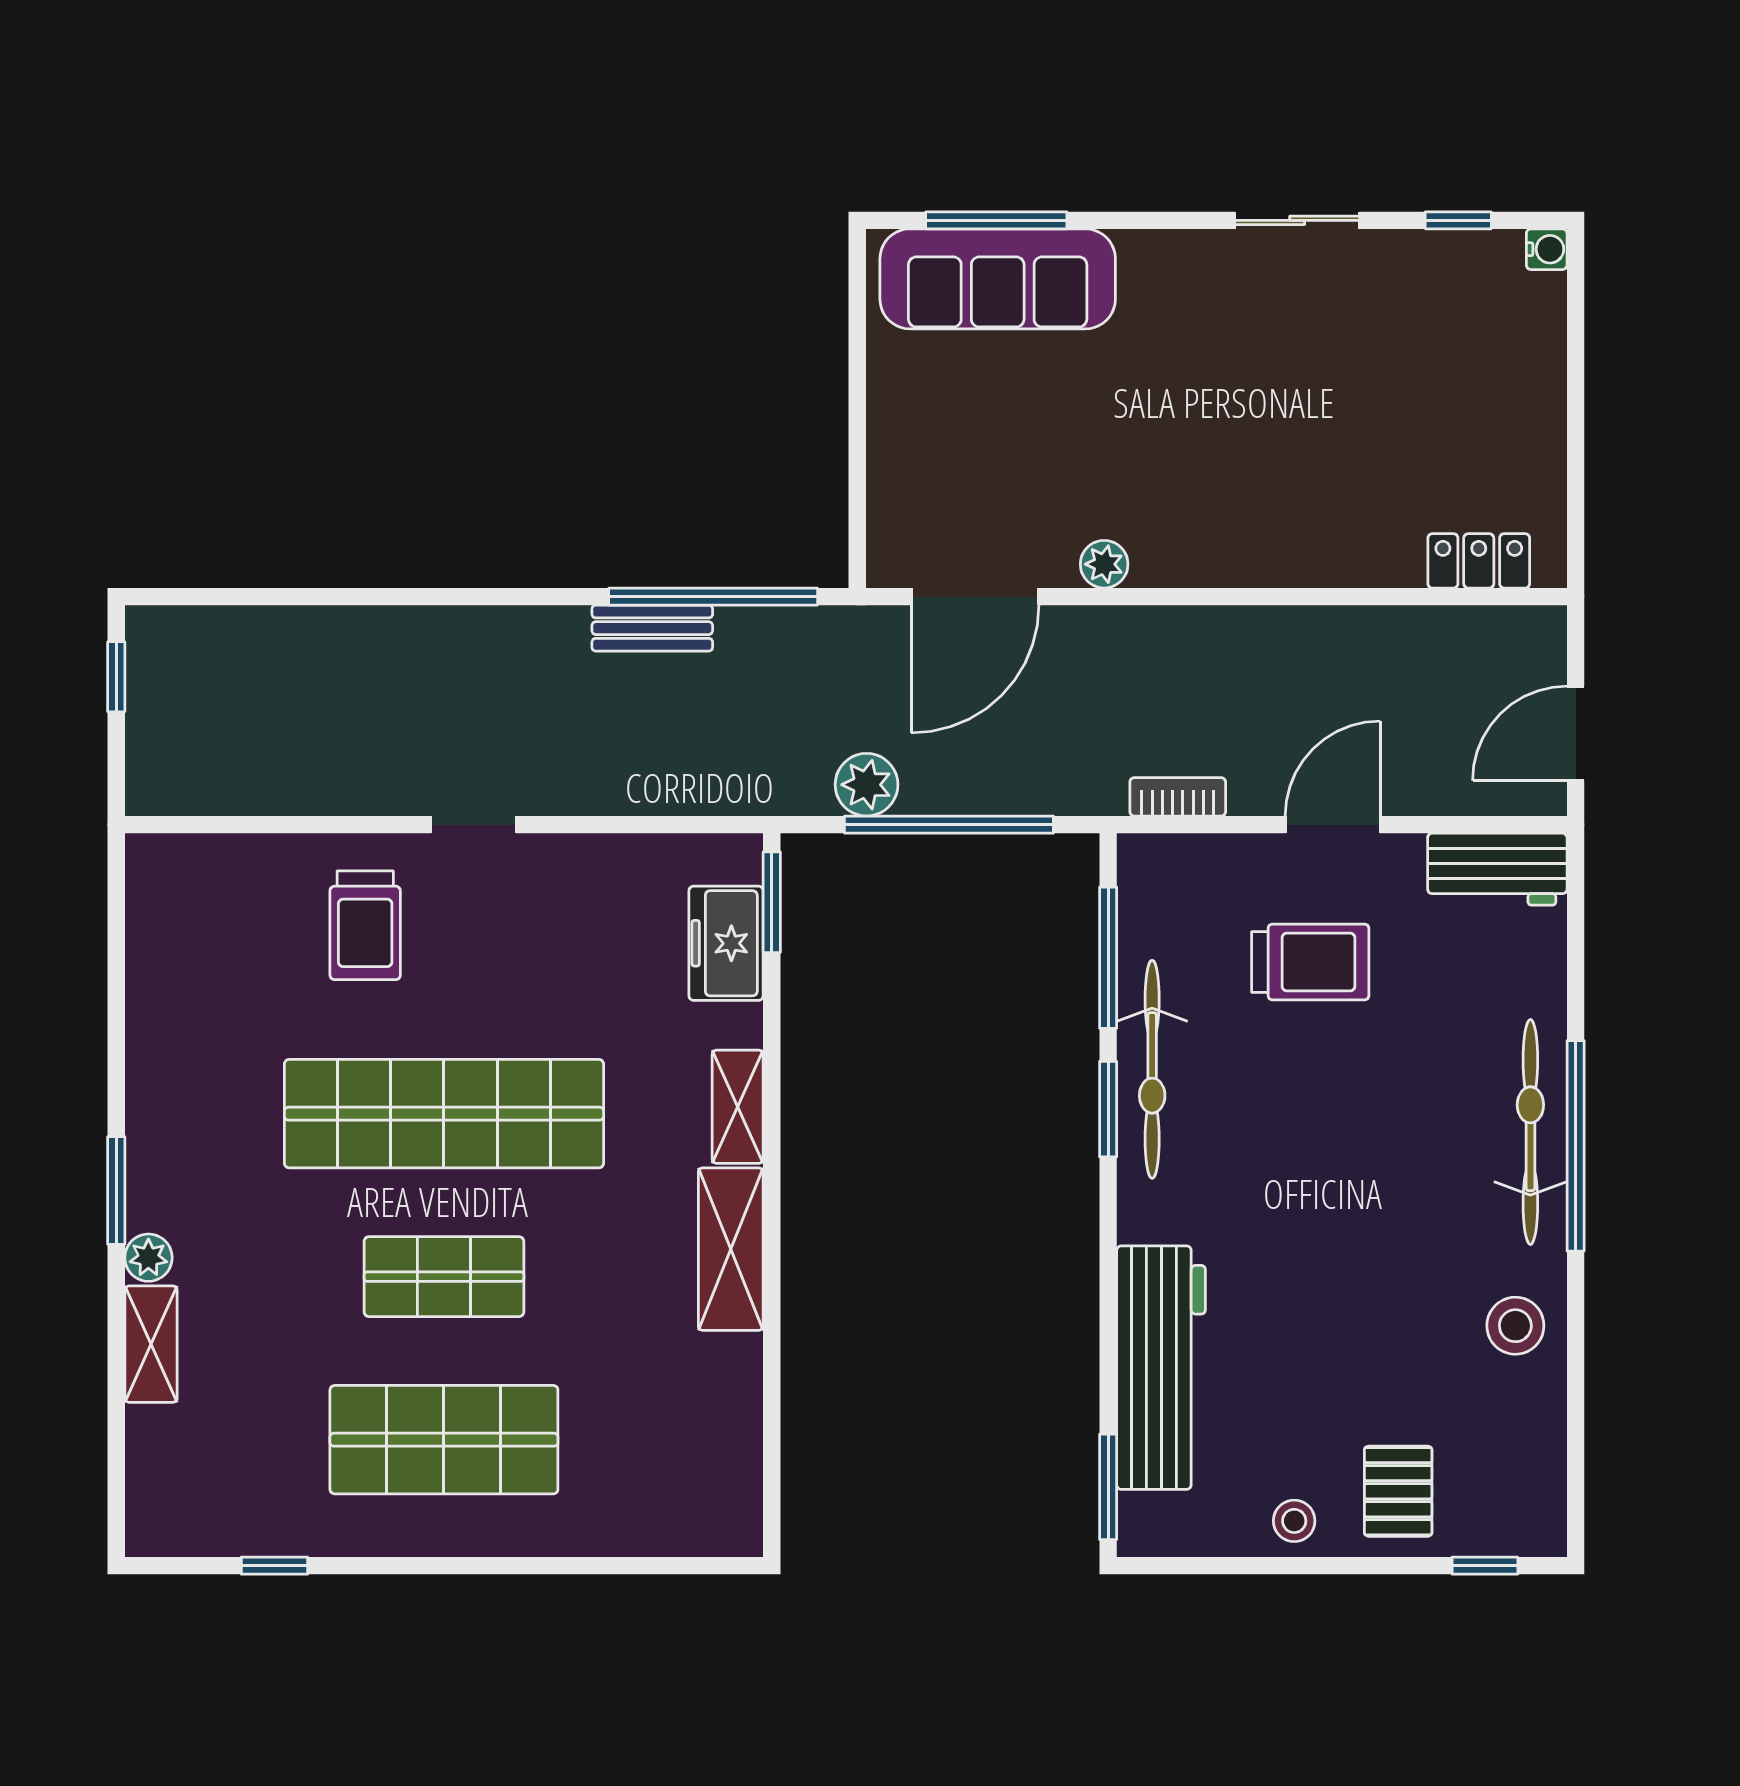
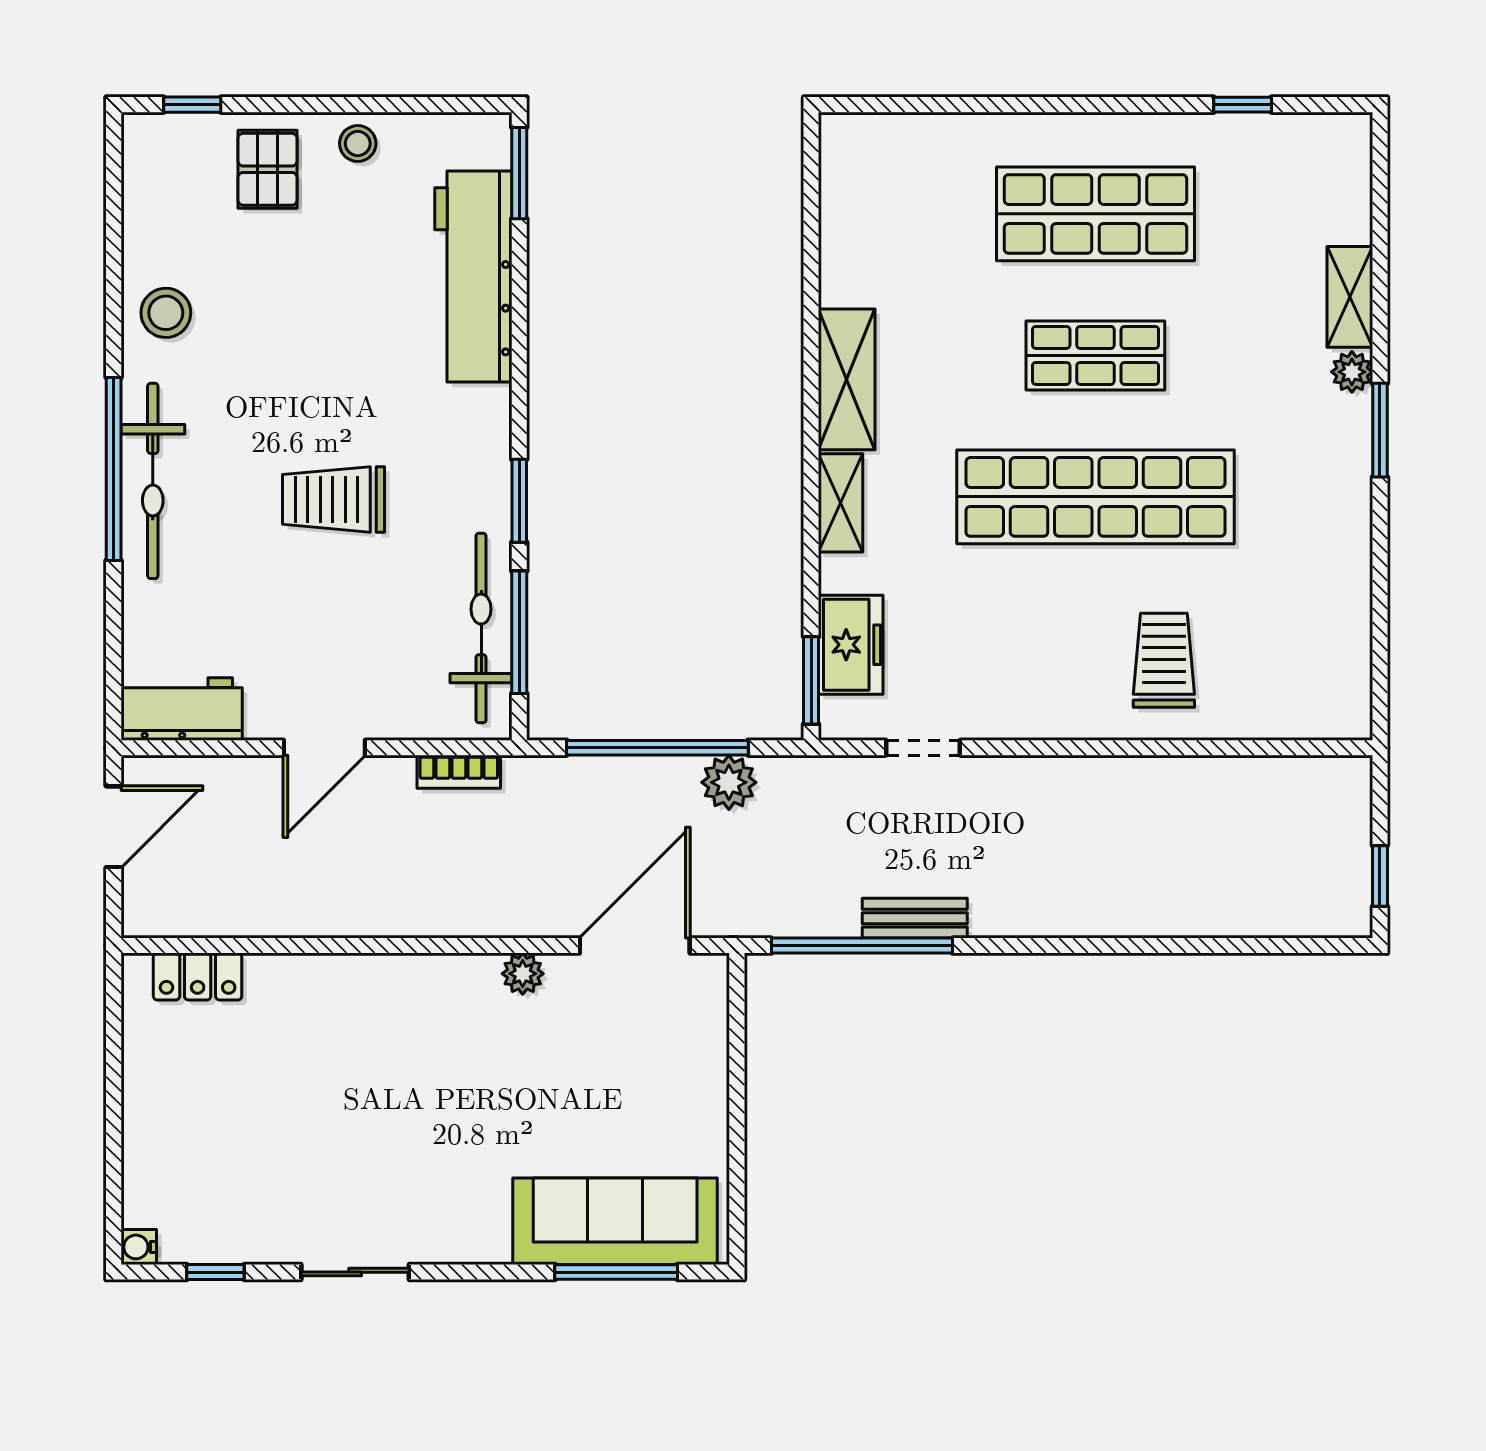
doorway: (473, 825) -> (923, 748), moved
trolley: (1310, 962) -> (334, 499), moved
bicycle: (1152, 1069) -> (481, 628), moved

